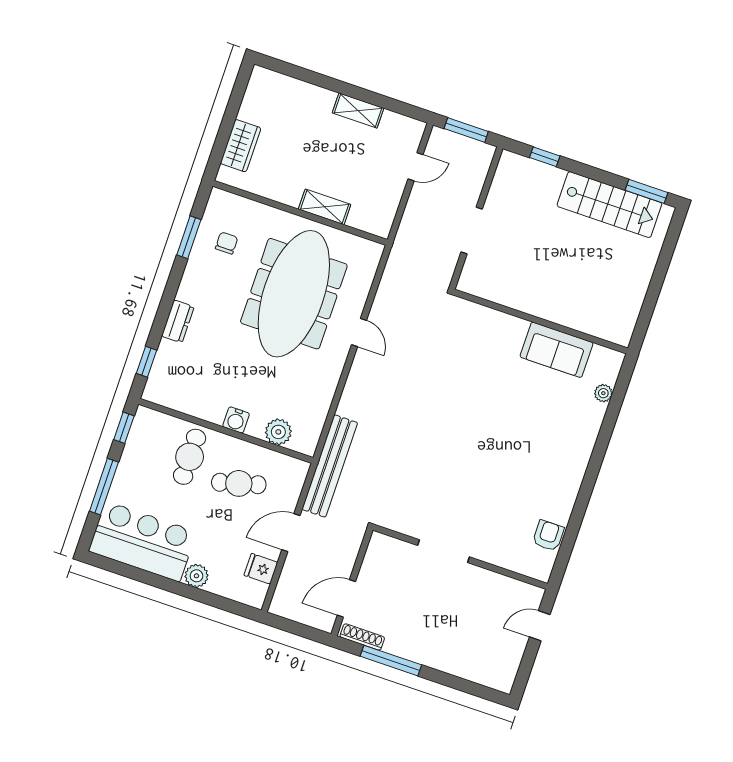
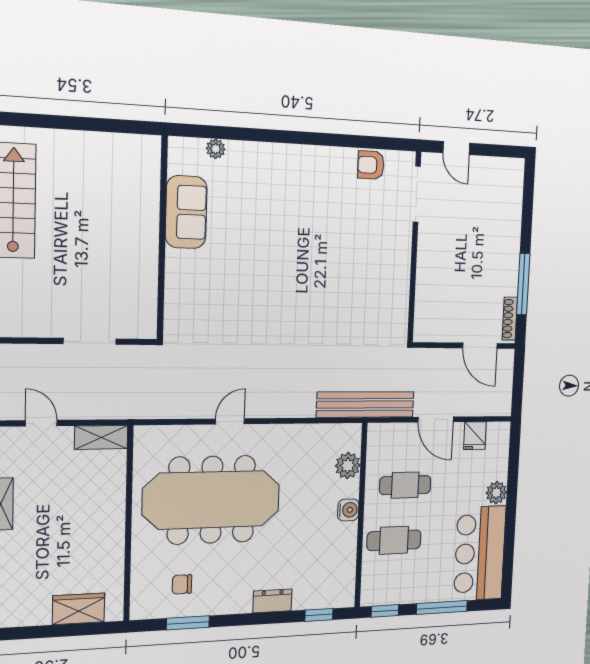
shelving: (325, 207) -> (101, 437), moved, turned 90
cafe table: (239, 483) -> (405, 485), turned -75
doorway: (443, 551) -> (417, 194), moved

